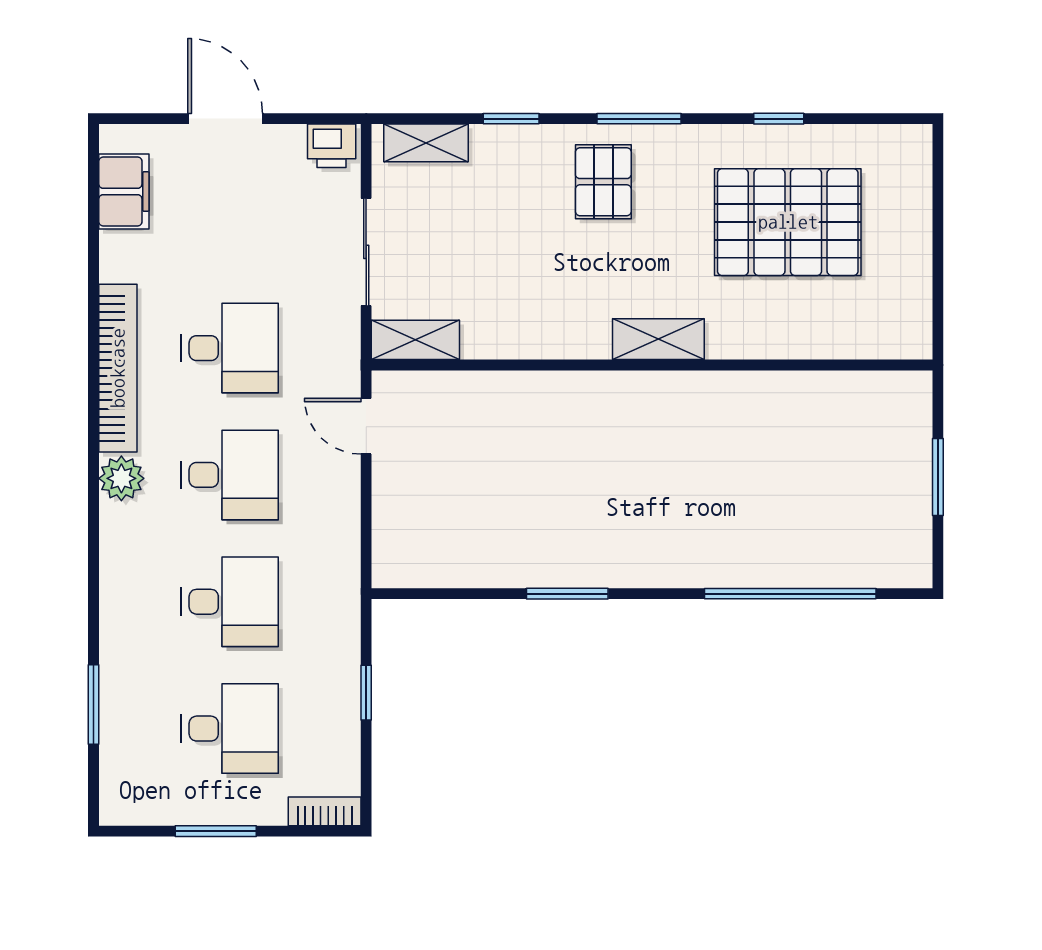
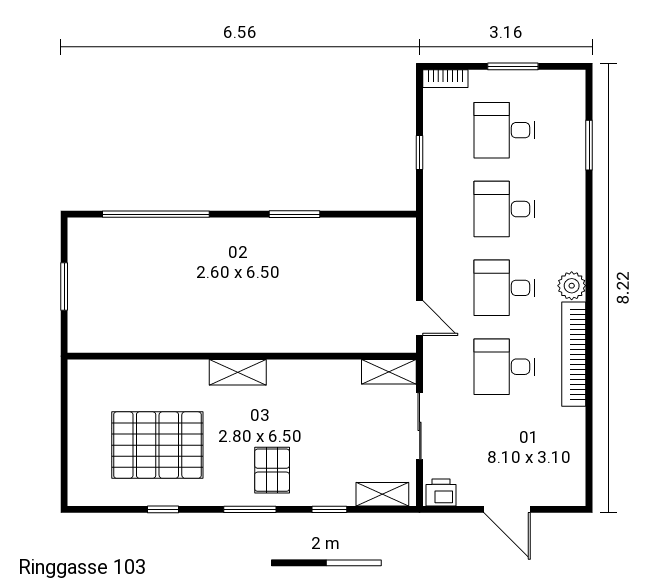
filing cabinet: (124, 192) -> (570, 464), removed

